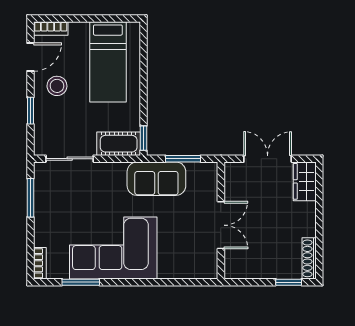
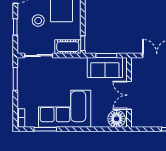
stool: (57, 86) -> (38, 21), moved
sofa: (156, 179) -> (105, 68), moved
double door: (221, 225) -> (129, 95), swing flipped
floor lamp: (200, 265) -> (117, 119), added

